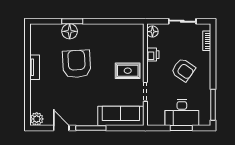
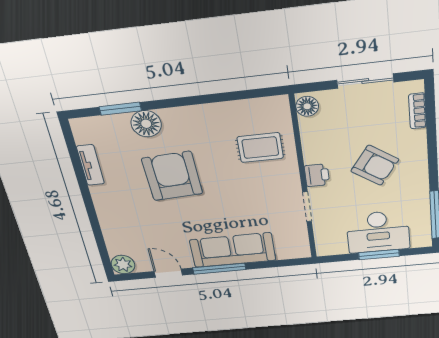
window: (72, 21) -> (120, 109), moved
printer: (153, 55) -> (317, 175), moved
tv unit: (35, 67) -> (90, 165), moved
rug: (128, 71) -> (260, 148), moved
sofa: (121, 116) -> (233, 250), moved

